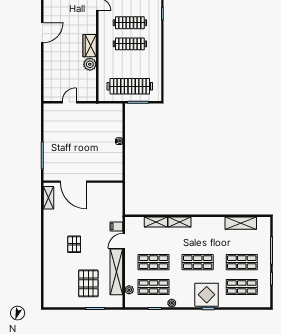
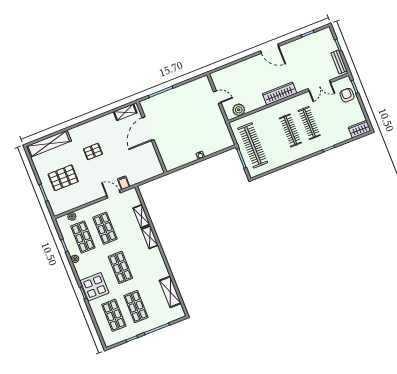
wardrobe: (90, 46) -> (280, 93), width x1.50
plant: (90, 64) -> (239, 110), moved
shelving: (116, 272) -> (49, 144), moved

